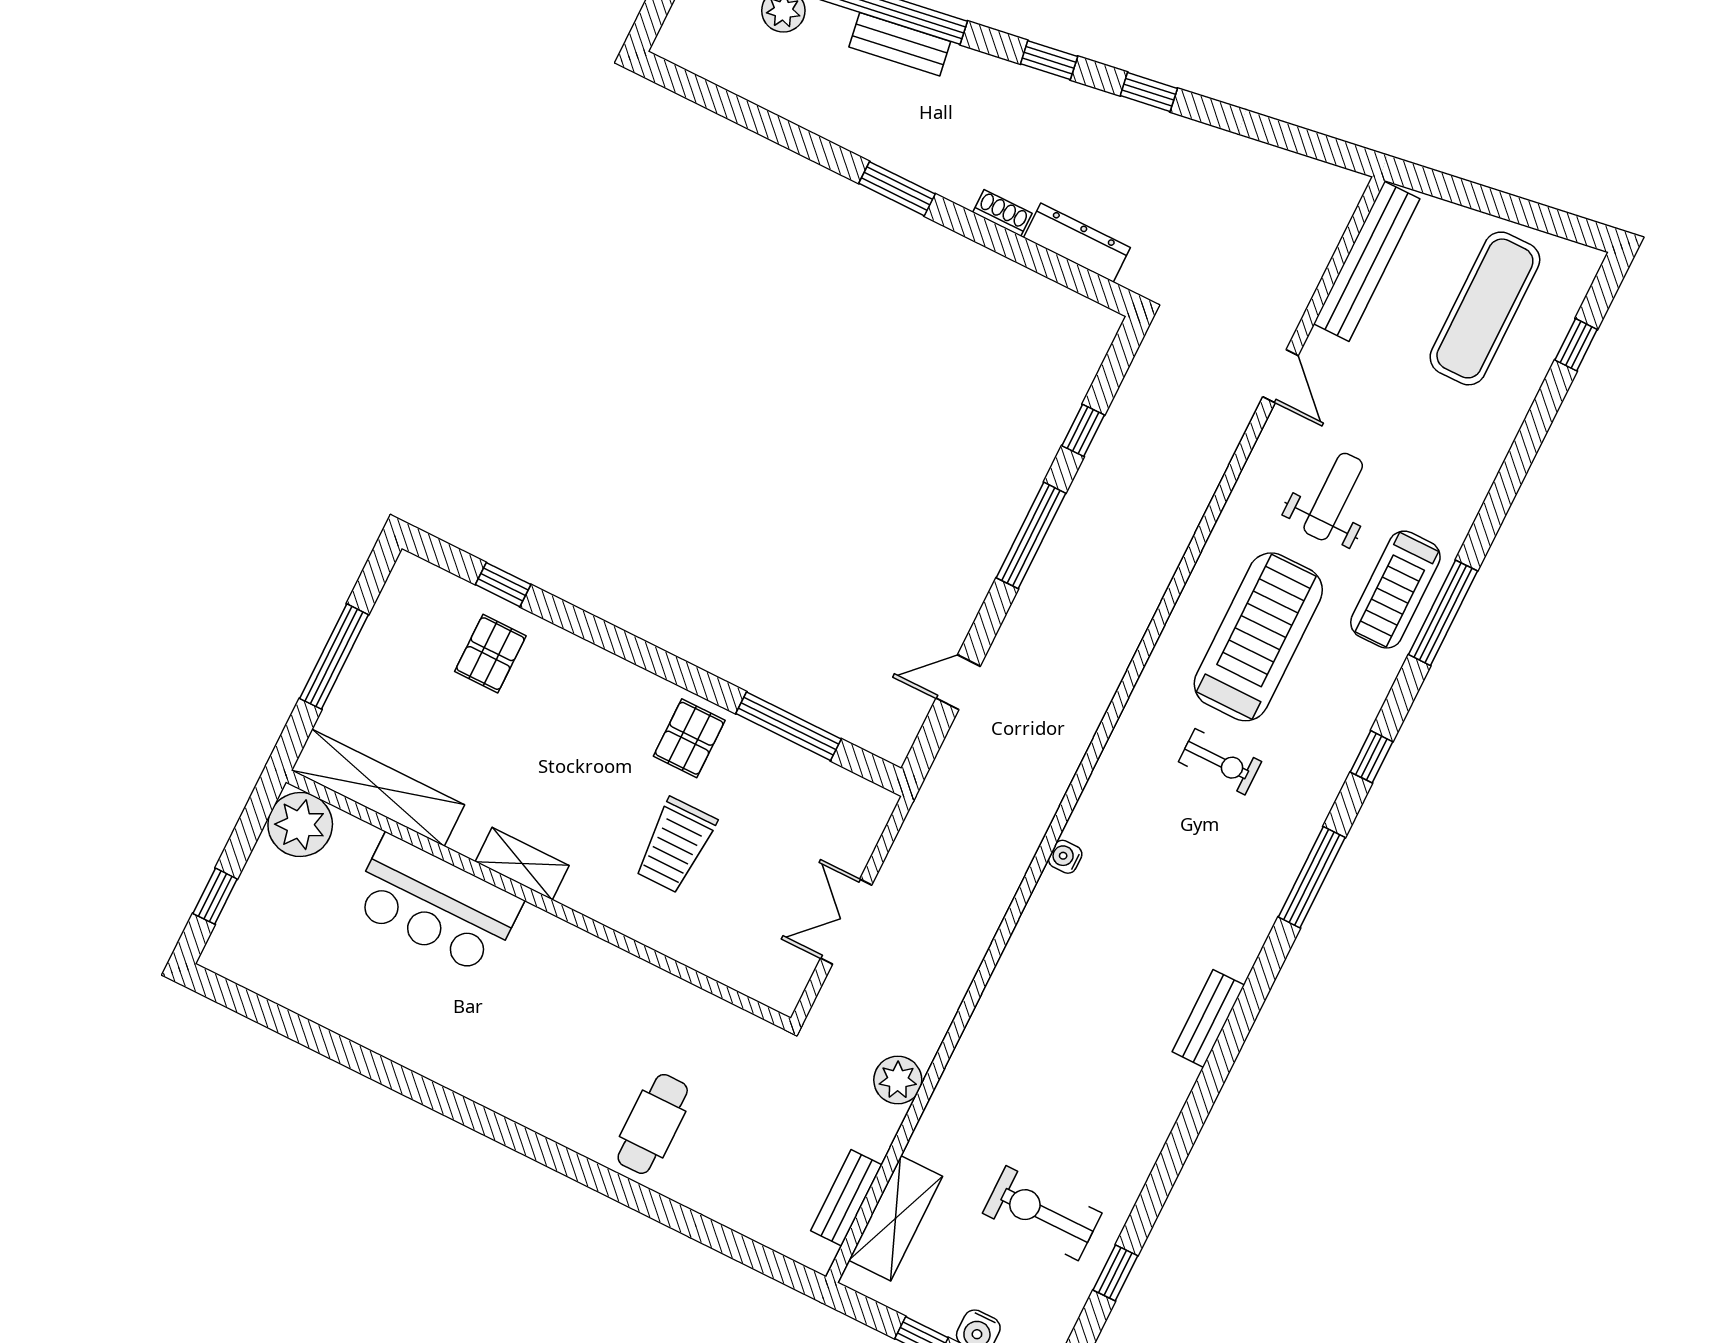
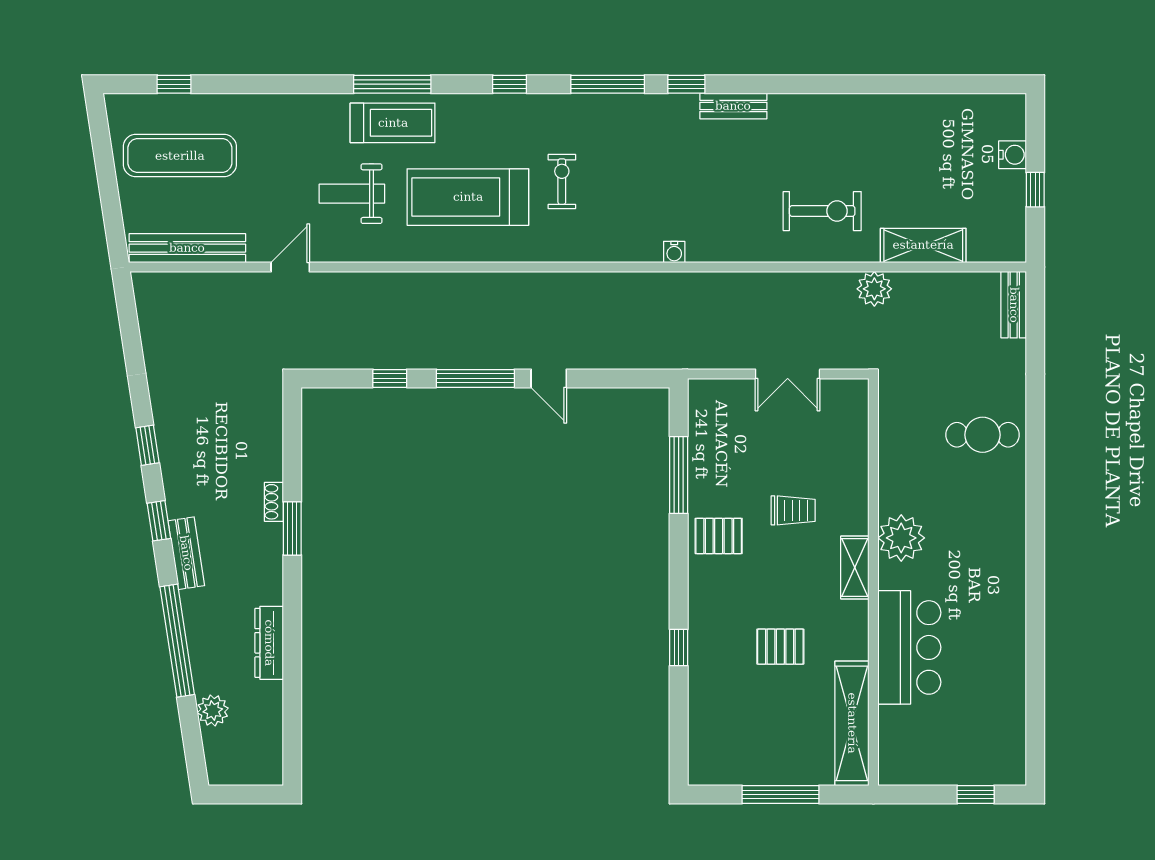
bench: (900, 44) -> (186, 553), moved
window: (897, 189) -> (292, 528), moved
dresser: (1077, 243) -> (269, 643), moved
window: (503, 585) -> (679, 648), moved
pallet: (490, 654) -> (780, 647), moved
door: (958, 682) -> (549, 378), moved
plant: (300, 825) -> (901, 538), moved
trolley: (675, 845) -> (793, 510), width x0.73, depth x0.72
shelving: (522, 864) -> (855, 567), moved
bench: (847, 1198) -> (1014, 305), moved, turned 90
exercise bike: (1042, 1213) -> (822, 211), moved, turned -90
shelving: (896, 1218) -> (923, 245), moved
window: (1115, 1273) -> (686, 84), moved

